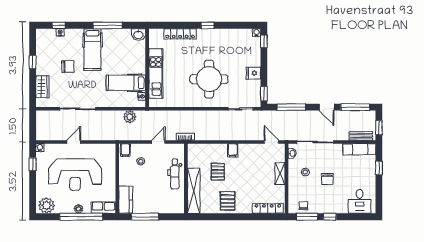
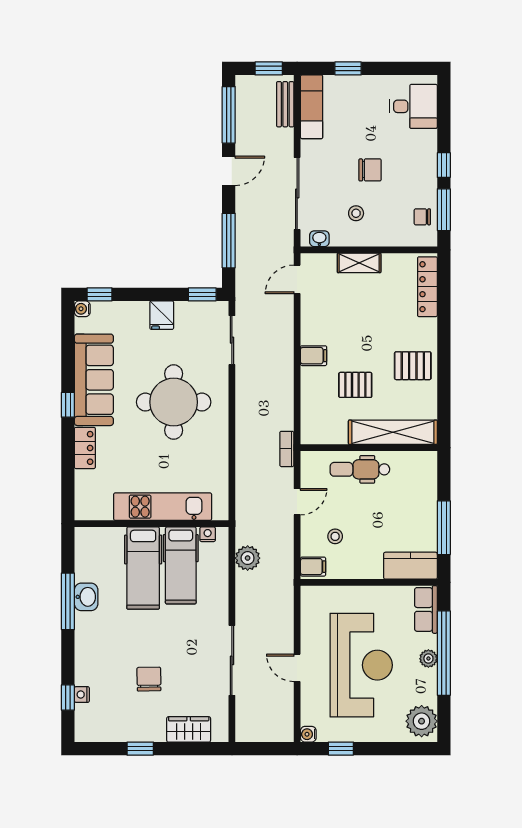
locker: (180, 34) -> (85, 448), width x0.66
washbasin: (138, 35) -> (86, 597), moved
sofa: (220, 39) -> (94, 380), added
hospital bed: (92, 50) -> (143, 568), moved, turned 90
door: (158, 142) -> (297, 502), swing flipped
dental chair: (175, 174) -> (360, 469), turned 180

